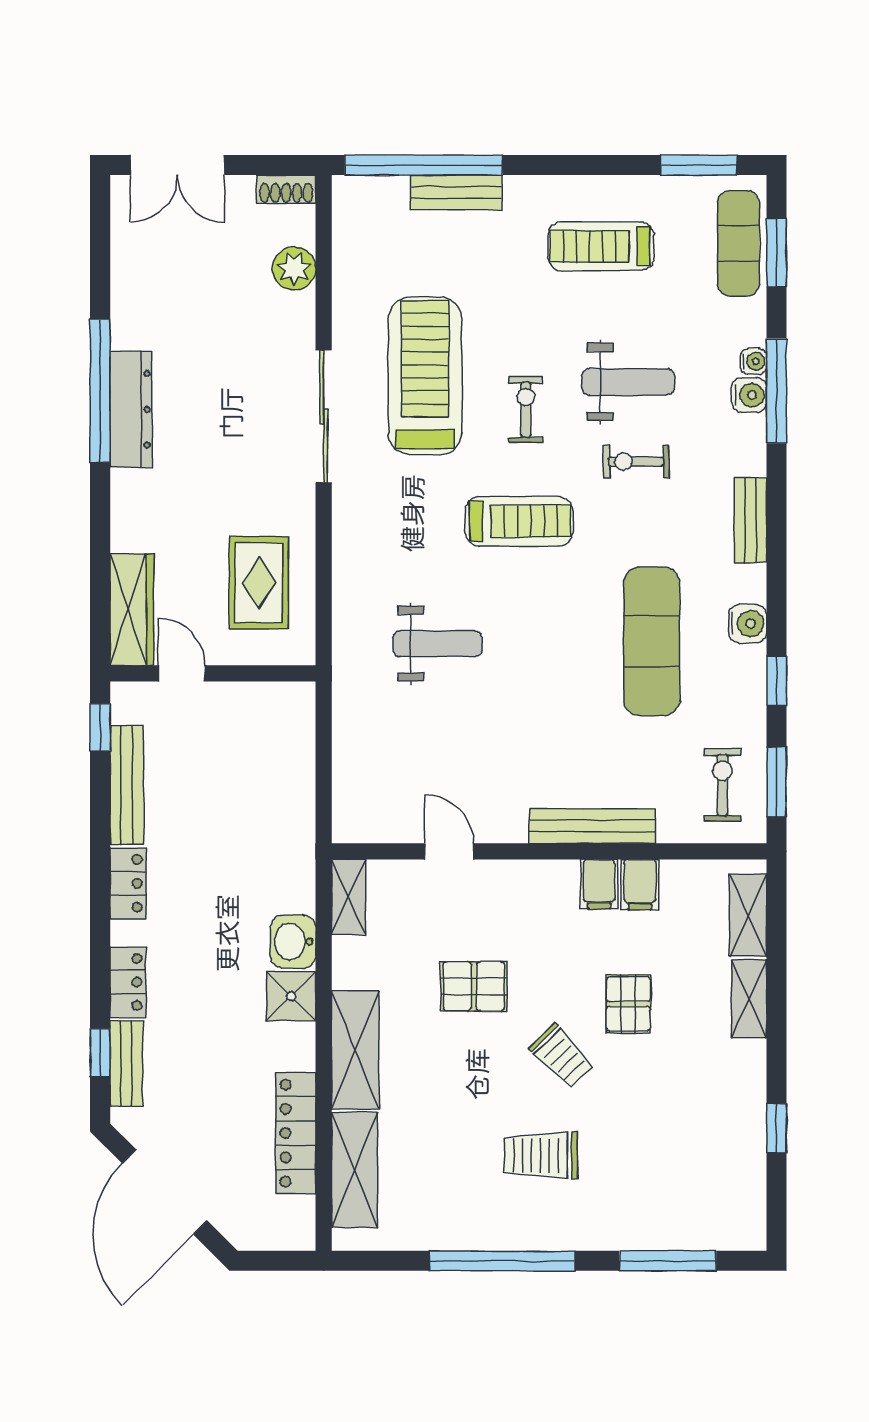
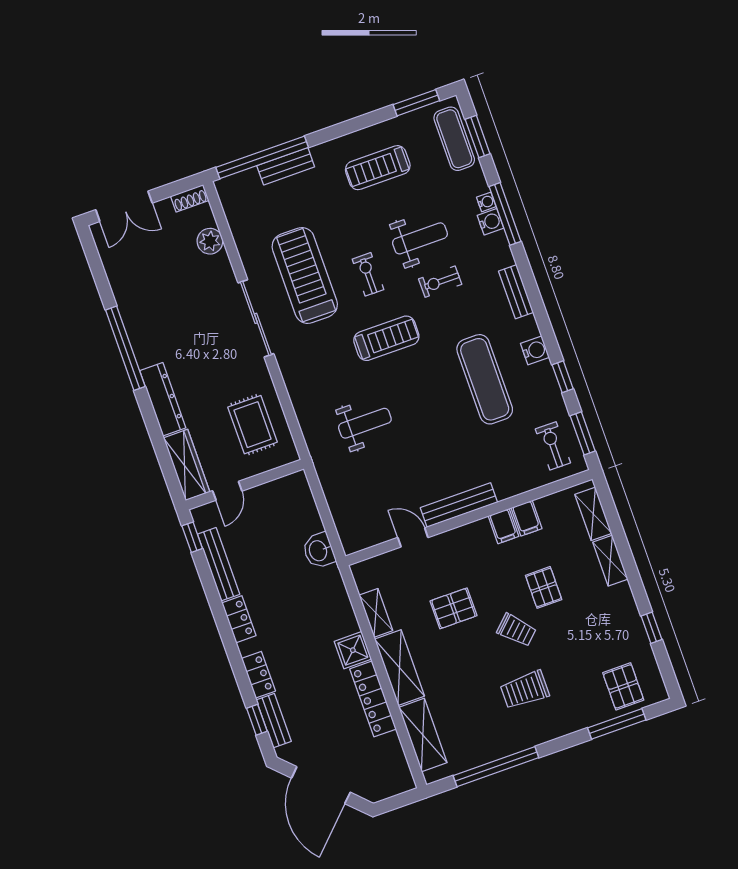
dresser: (131, 409) -> (163, 399), moved
door: (182, 673) -> (227, 491), swing flipped
bench: (593, 826) -> (459, 505), moved
shelving: (348, 897) -> (376, 613), moved
washbasin: (293, 942) -> (319, 551), moved
locker: (296, 1133) -> (373, 699), moved
pallet: (699, 1205) -> (623, 686), added
window: (502, 1261) -> (496, 767), moved

